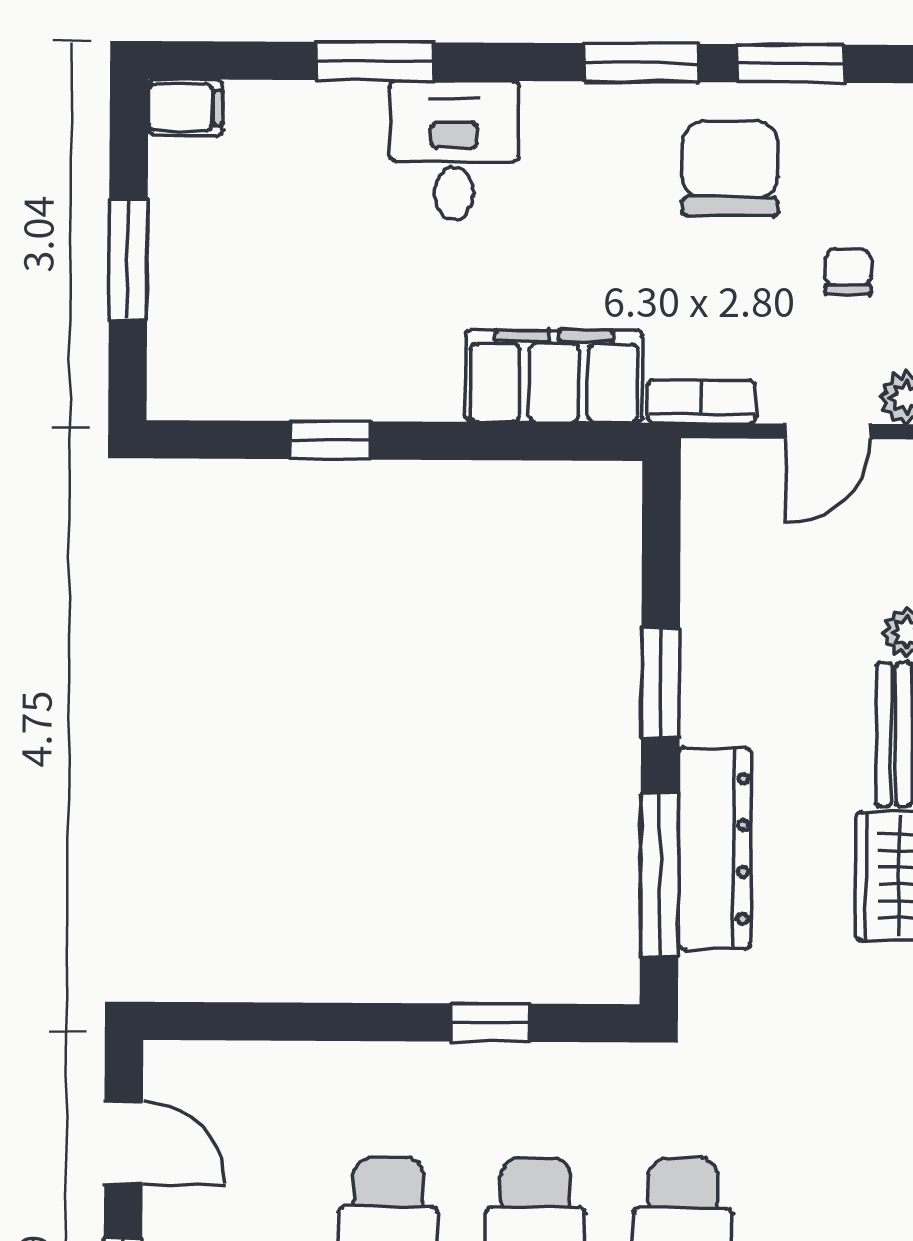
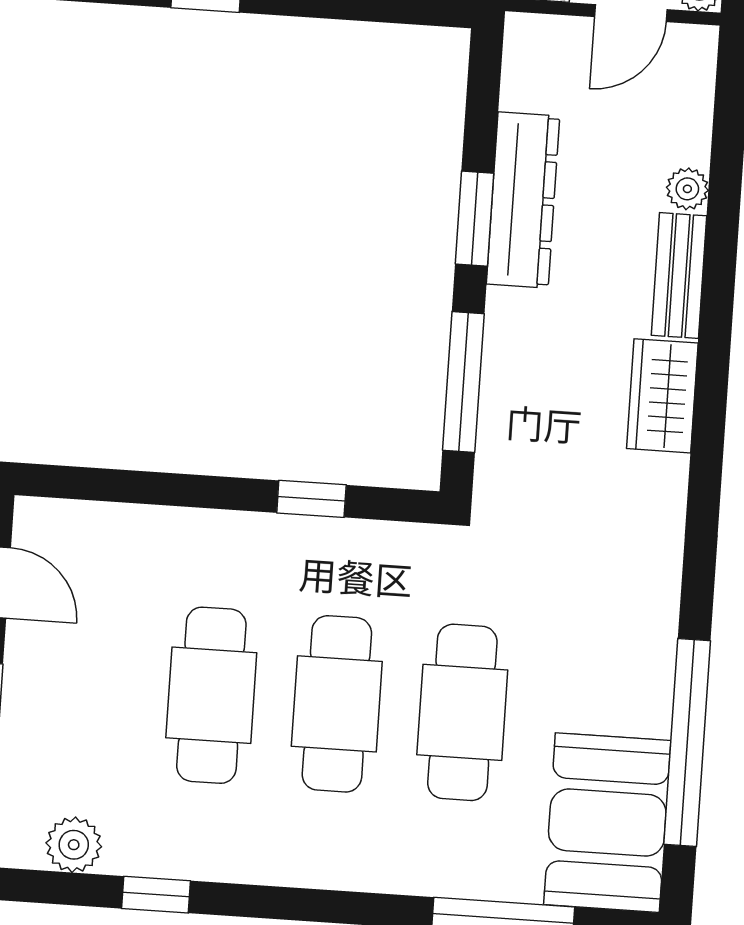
dresser: (715, 848) -> (523, 200), moved

